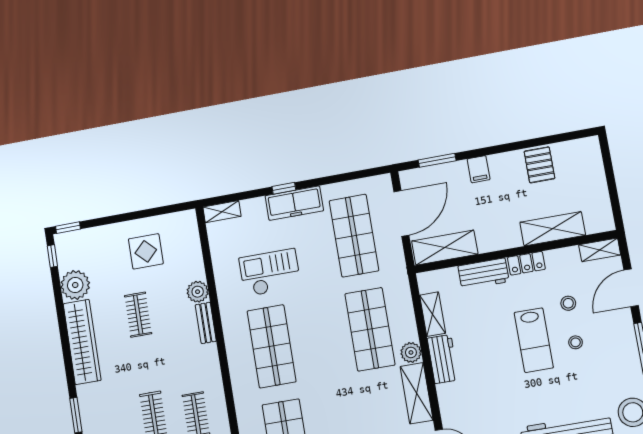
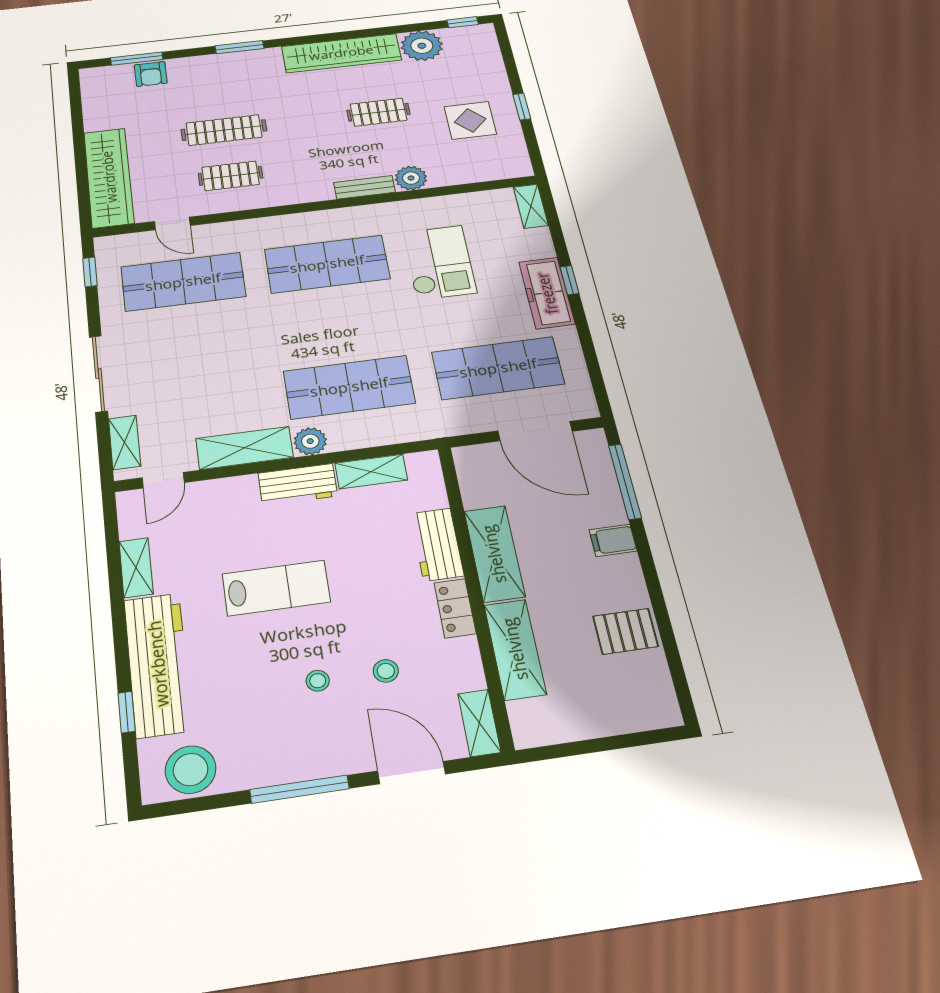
window: (437, 160) -> (625, 481), width x1.44
window: (68, 228) -> (522, 107), moved
shelving: (445, 248) -> (494, 554), moved
lab bench: (534, 340) -> (276, 588), moved, turned 180

